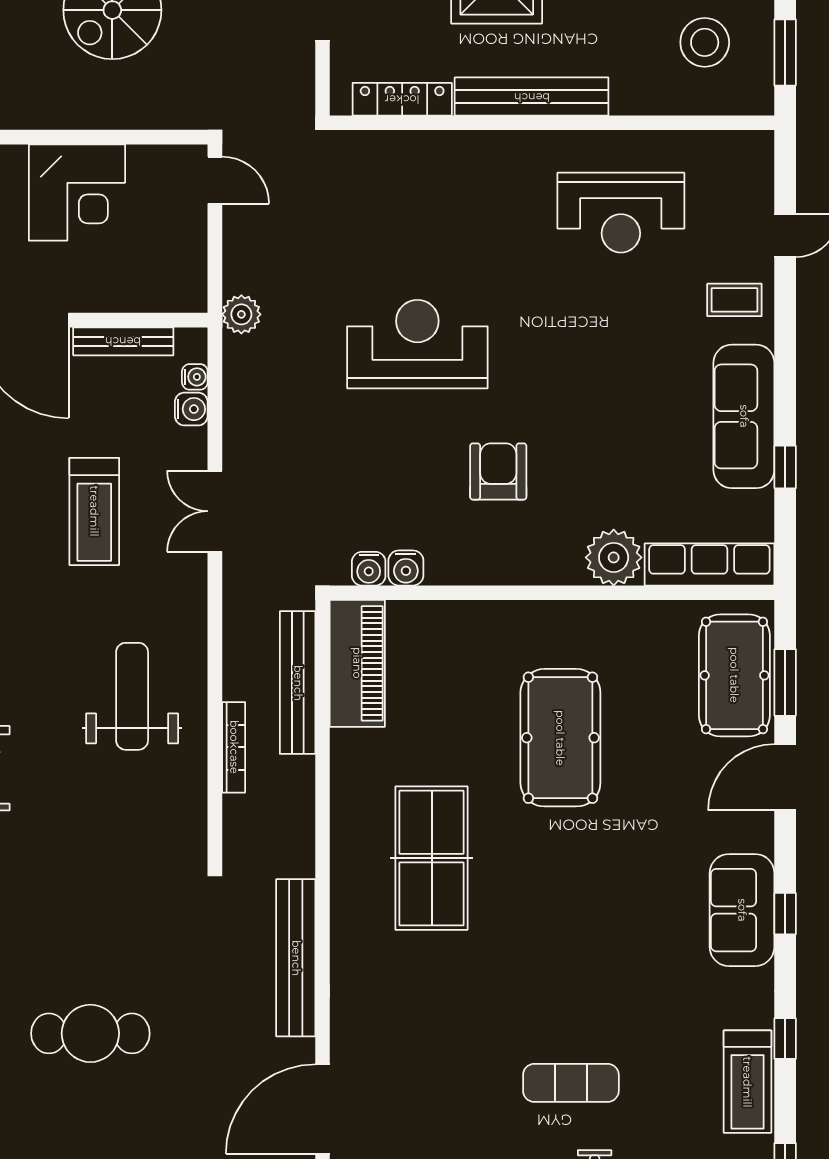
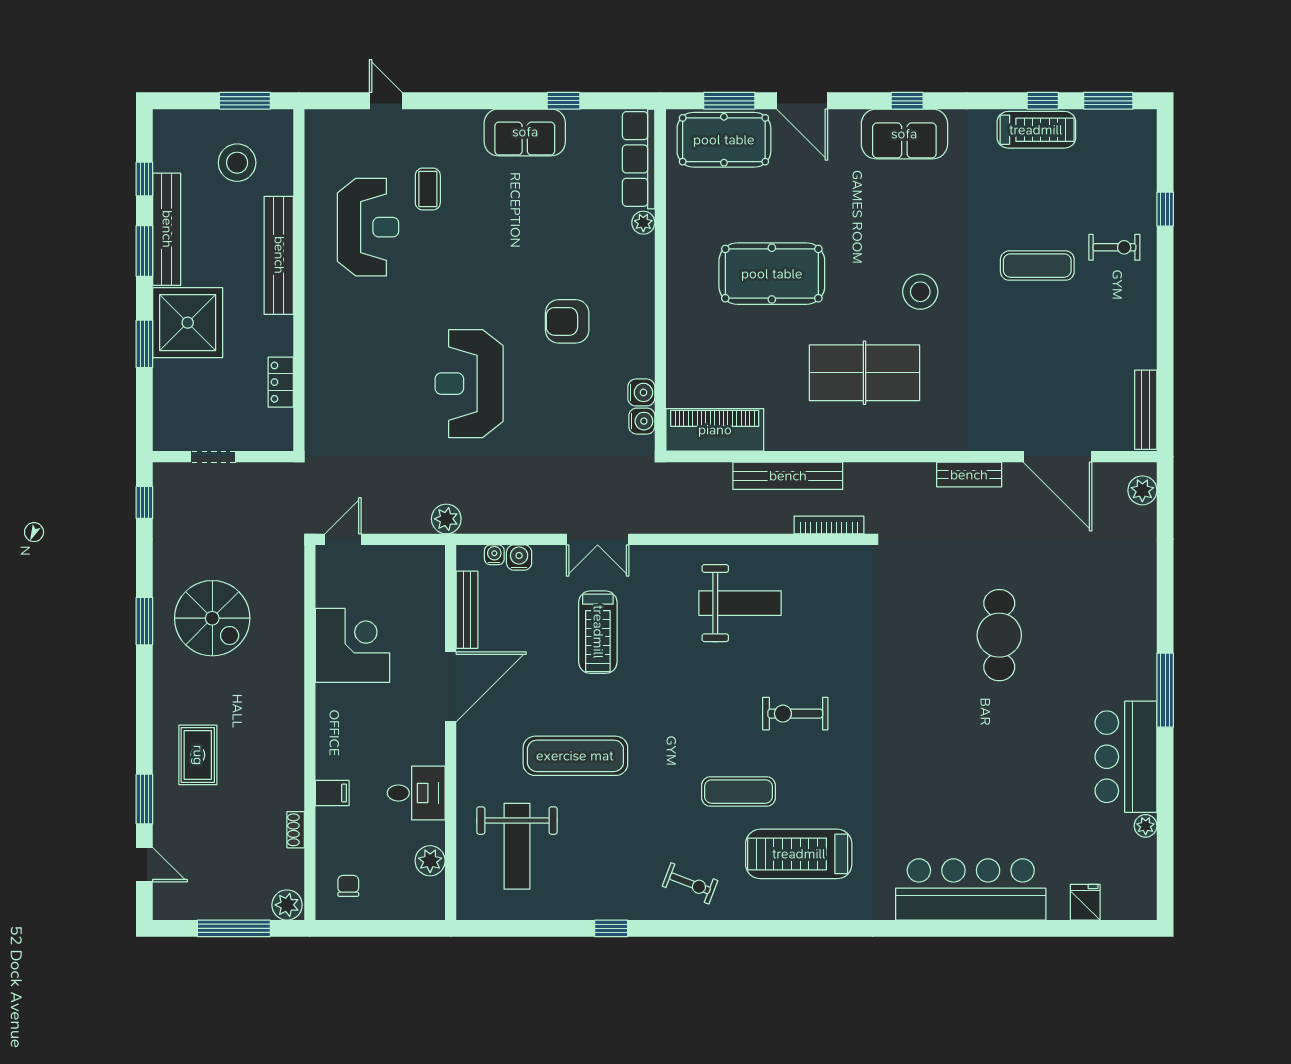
bench: (532, 97) -> (279, 255), moved
locker: (402, 99) -> (281, 382), width x0.66
coffee table: (734, 300) -> (428, 189), moved
sofa: (744, 416) -> (525, 132), width x0.73
treadmill: (94, 511) -> (598, 632), turned 90
plant: (614, 557) -> (643, 223), width x0.53, depth x0.53
bench: (298, 683) -> (788, 476), moved
weight bench: (132, 696) -> (740, 603), turned 180
bookcase: (234, 747) -> (829, 525), moved
stool: (537, 931) -> (920, 292), added
bench: (296, 958) -> (969, 475), width x0.54, depth x0.82
window: (785, 1039) -> (1043, 101), moved
exercise mat: (571, 1083) -> (1037, 266), turned 90

